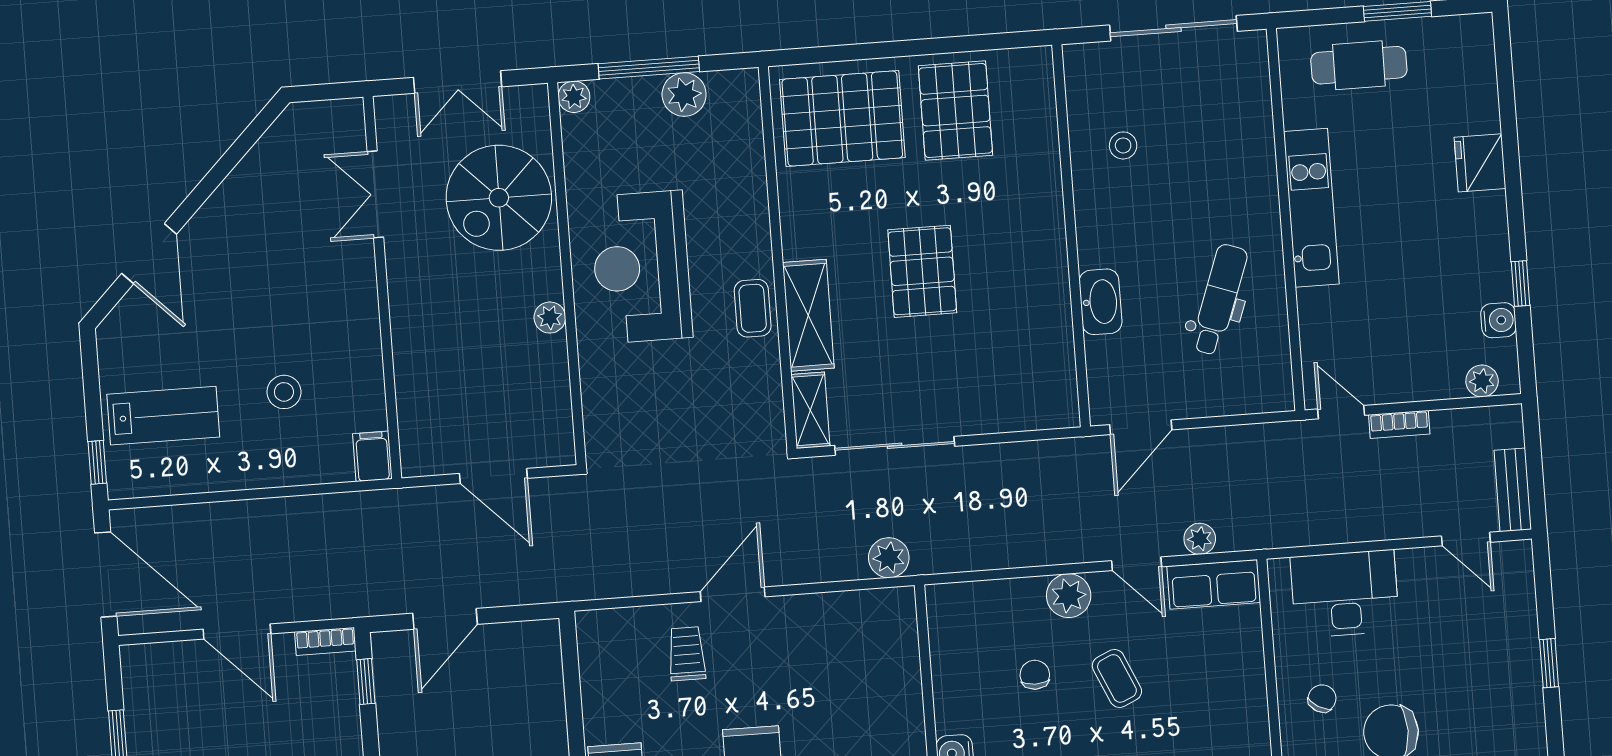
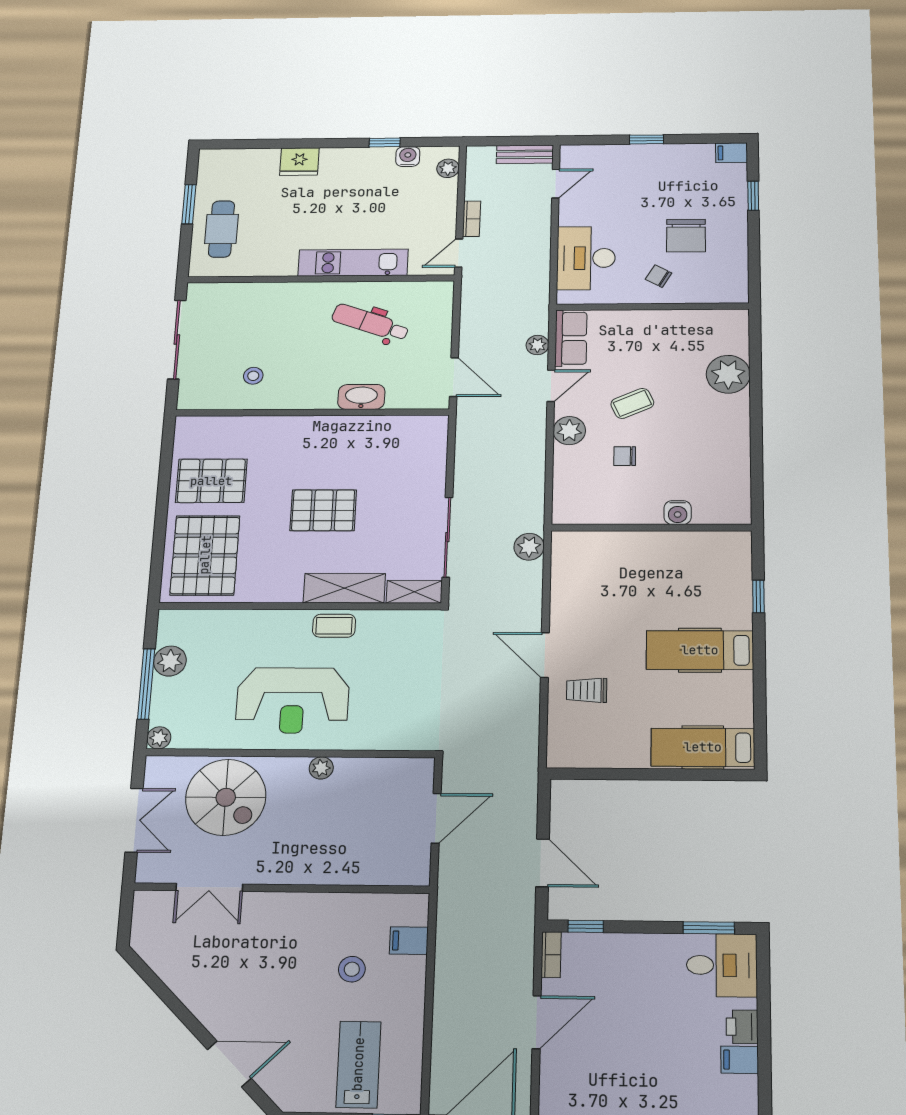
kitchen unit: (1311, 208) -> (353, 263), moved
filing cabinet: (372, 456) -> (409, 941), moved

